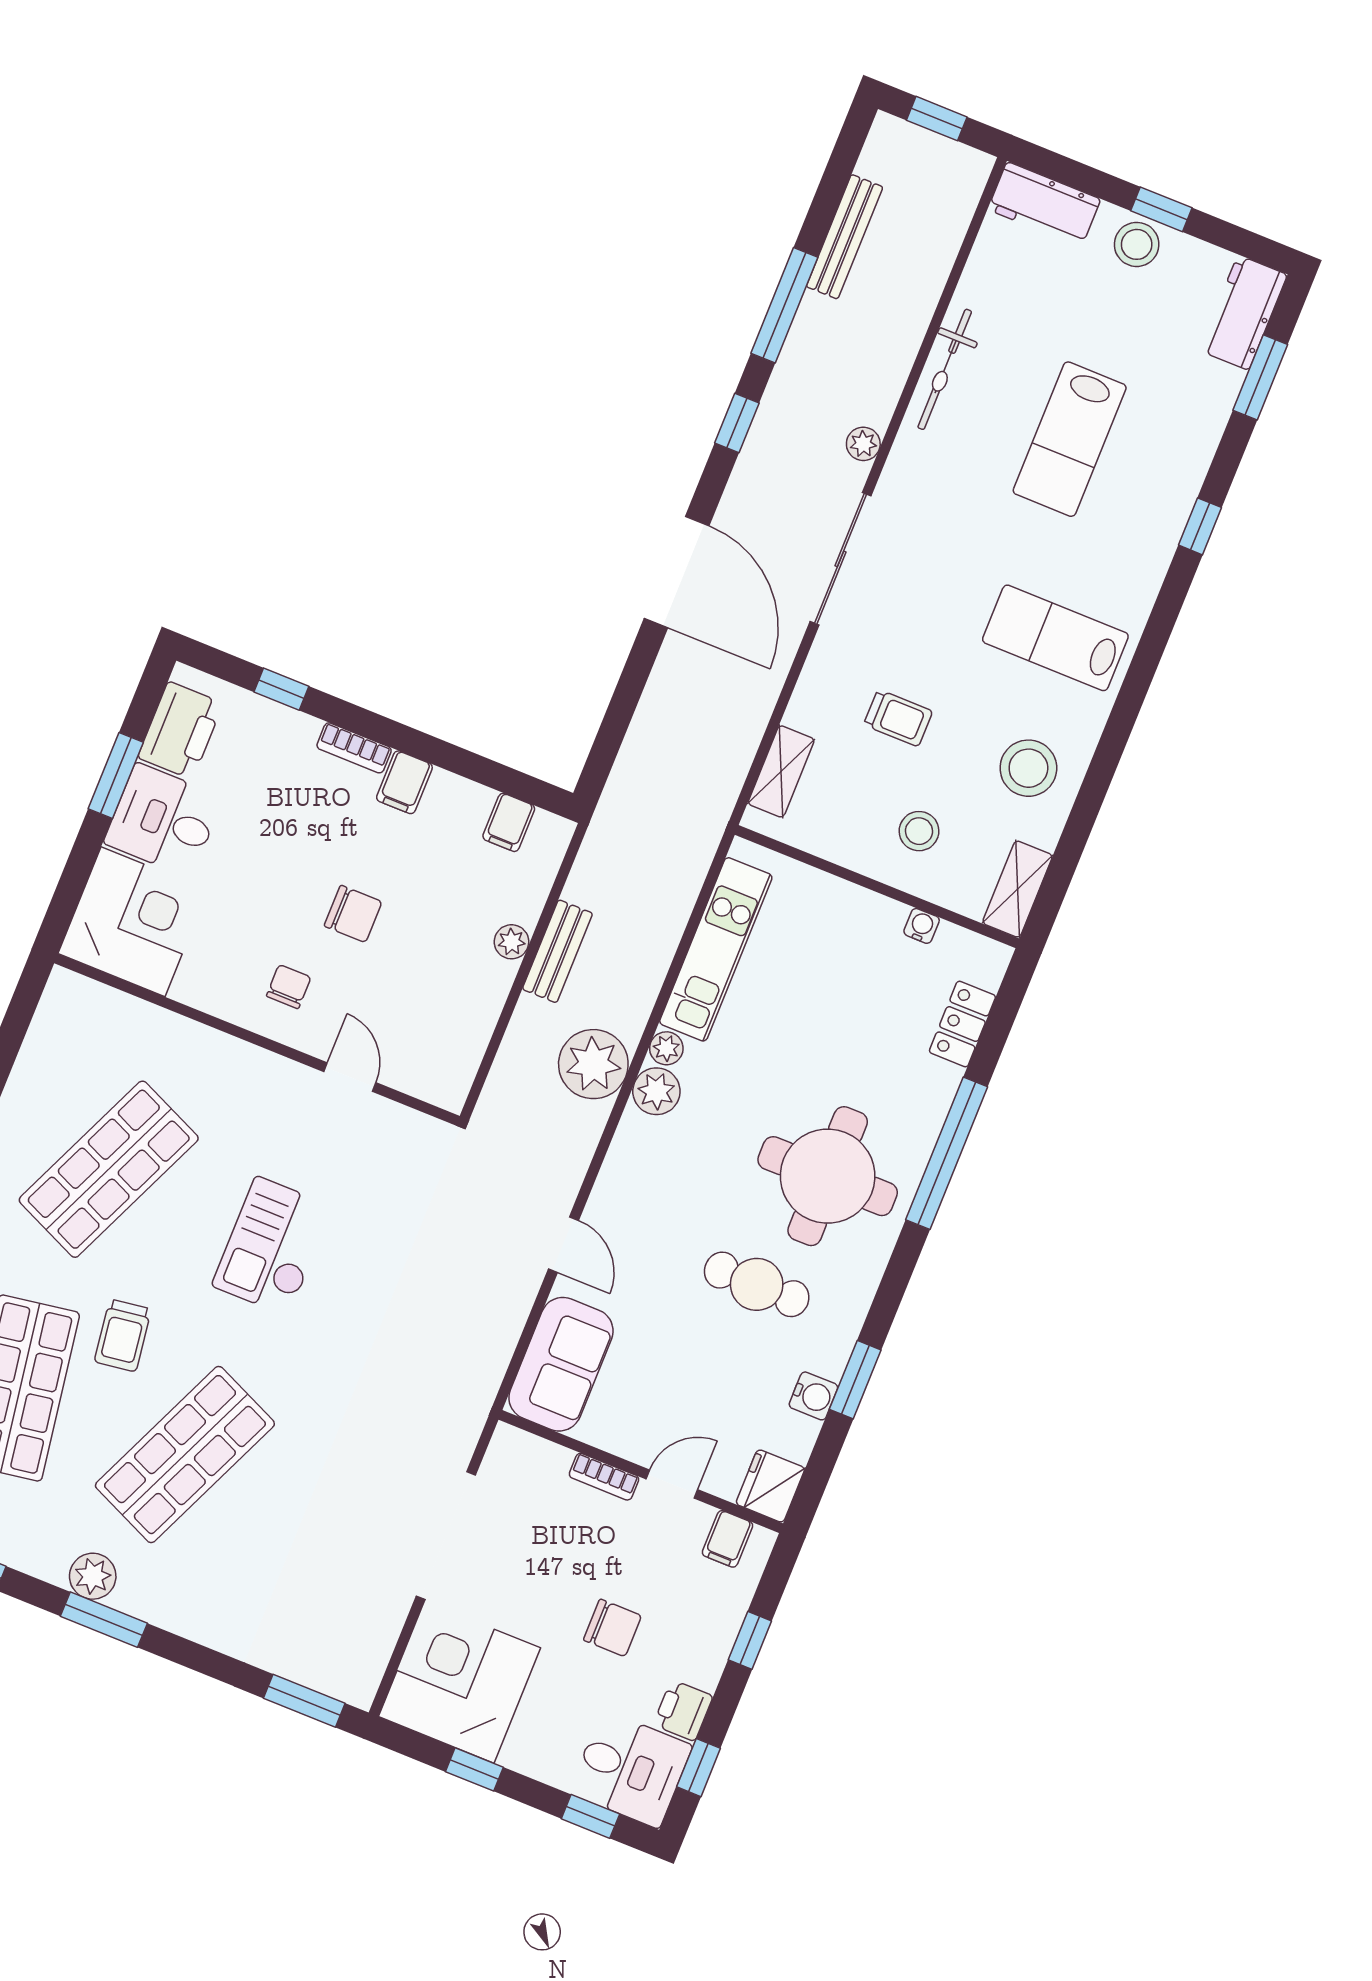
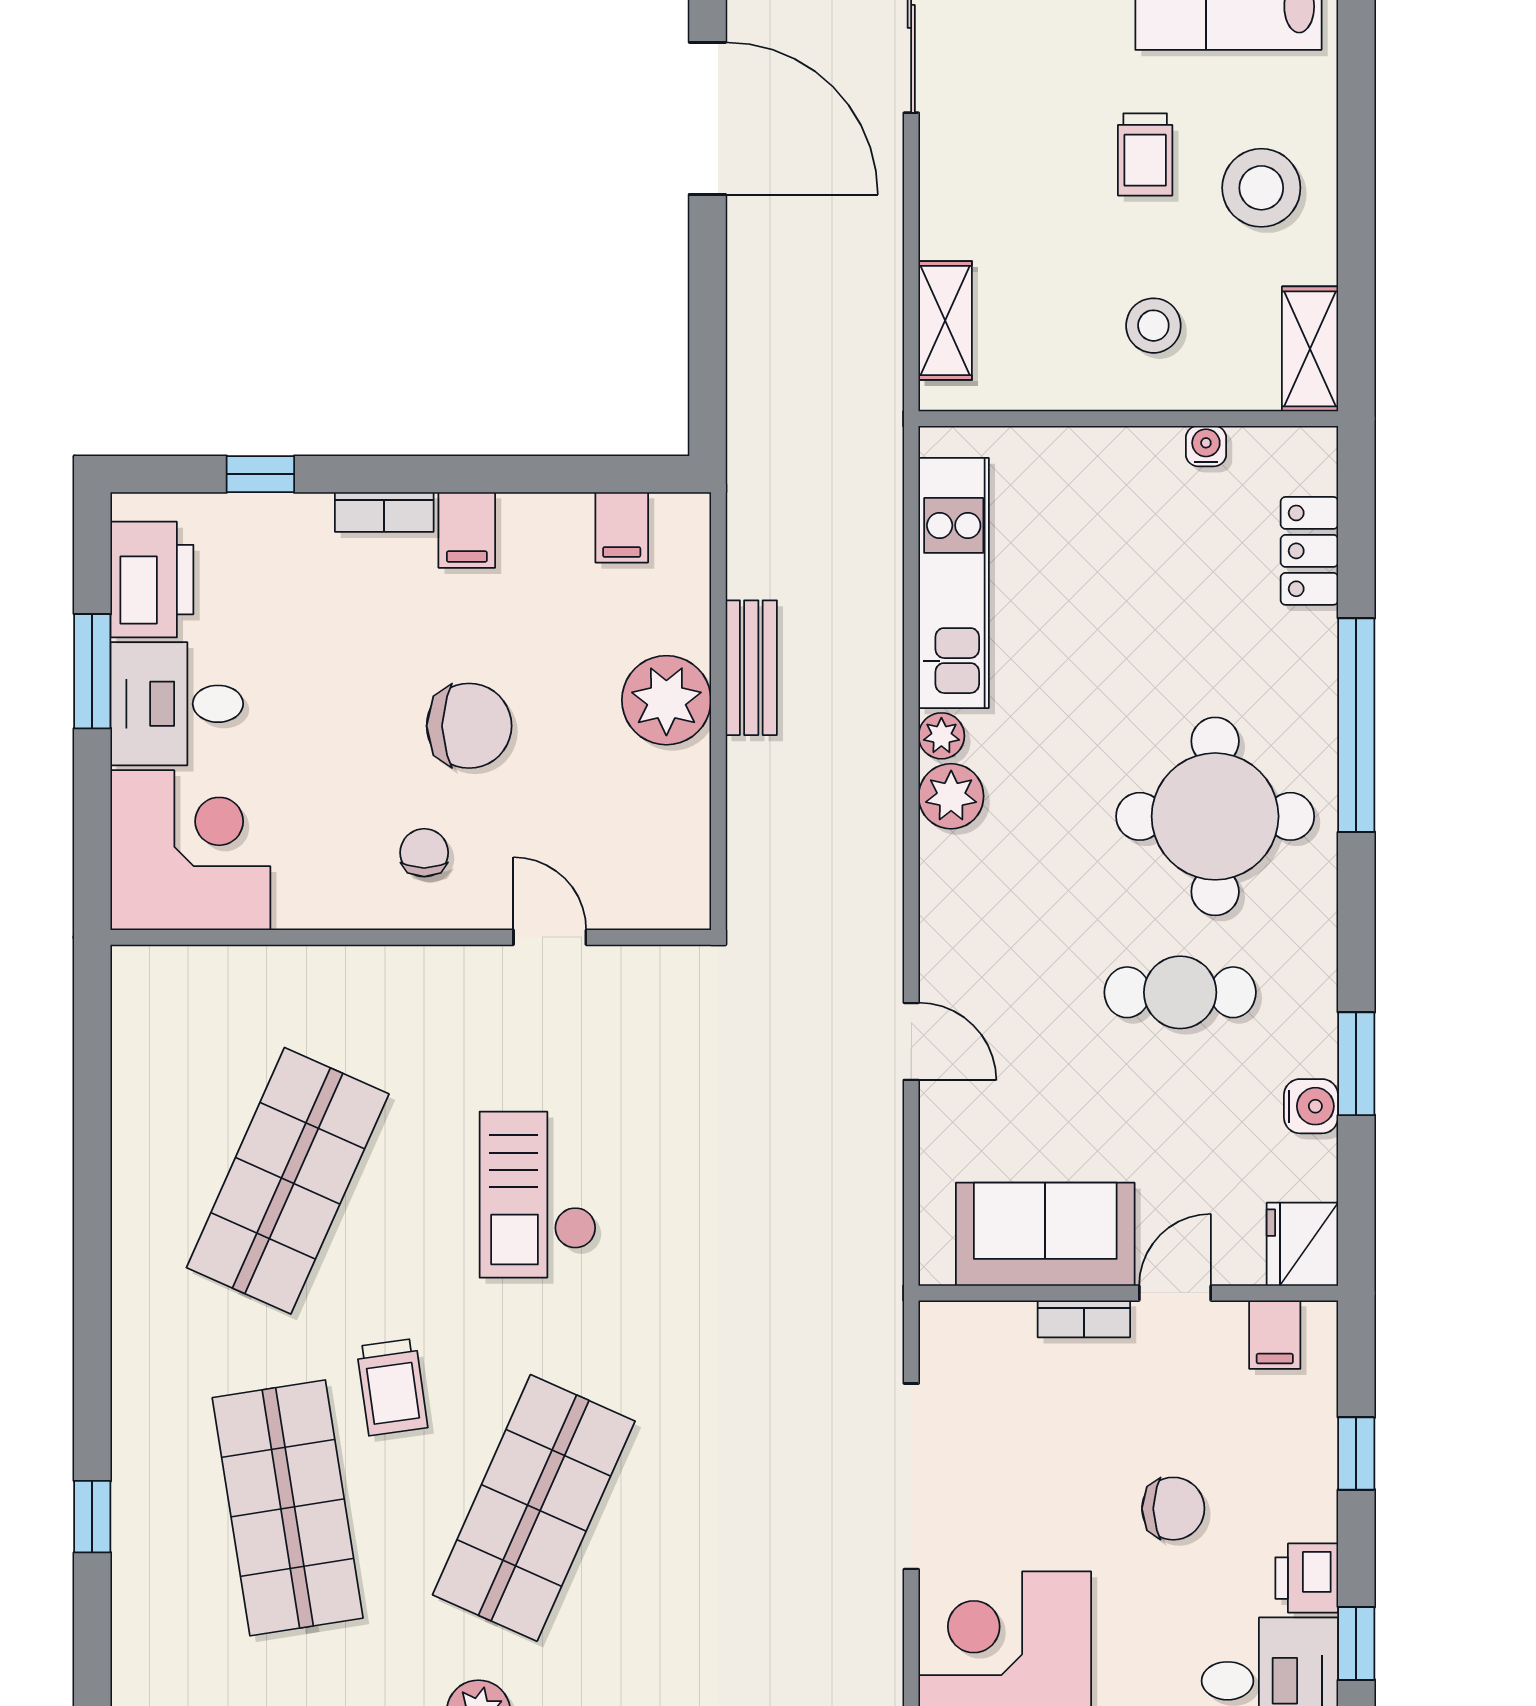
trolley: (898, 718) -> (1145, 154), moved, turned 90
chair: (353, 914) -> (469, 726), width x1.37, depth x1.37
plant: (512, 942) -> (666, 700), width x1.87, depth x1.87
plant: (593, 1064) -> (856, 794), removed
sofa: (561, 1364) -> (1045, 1234), moved, turned -90

